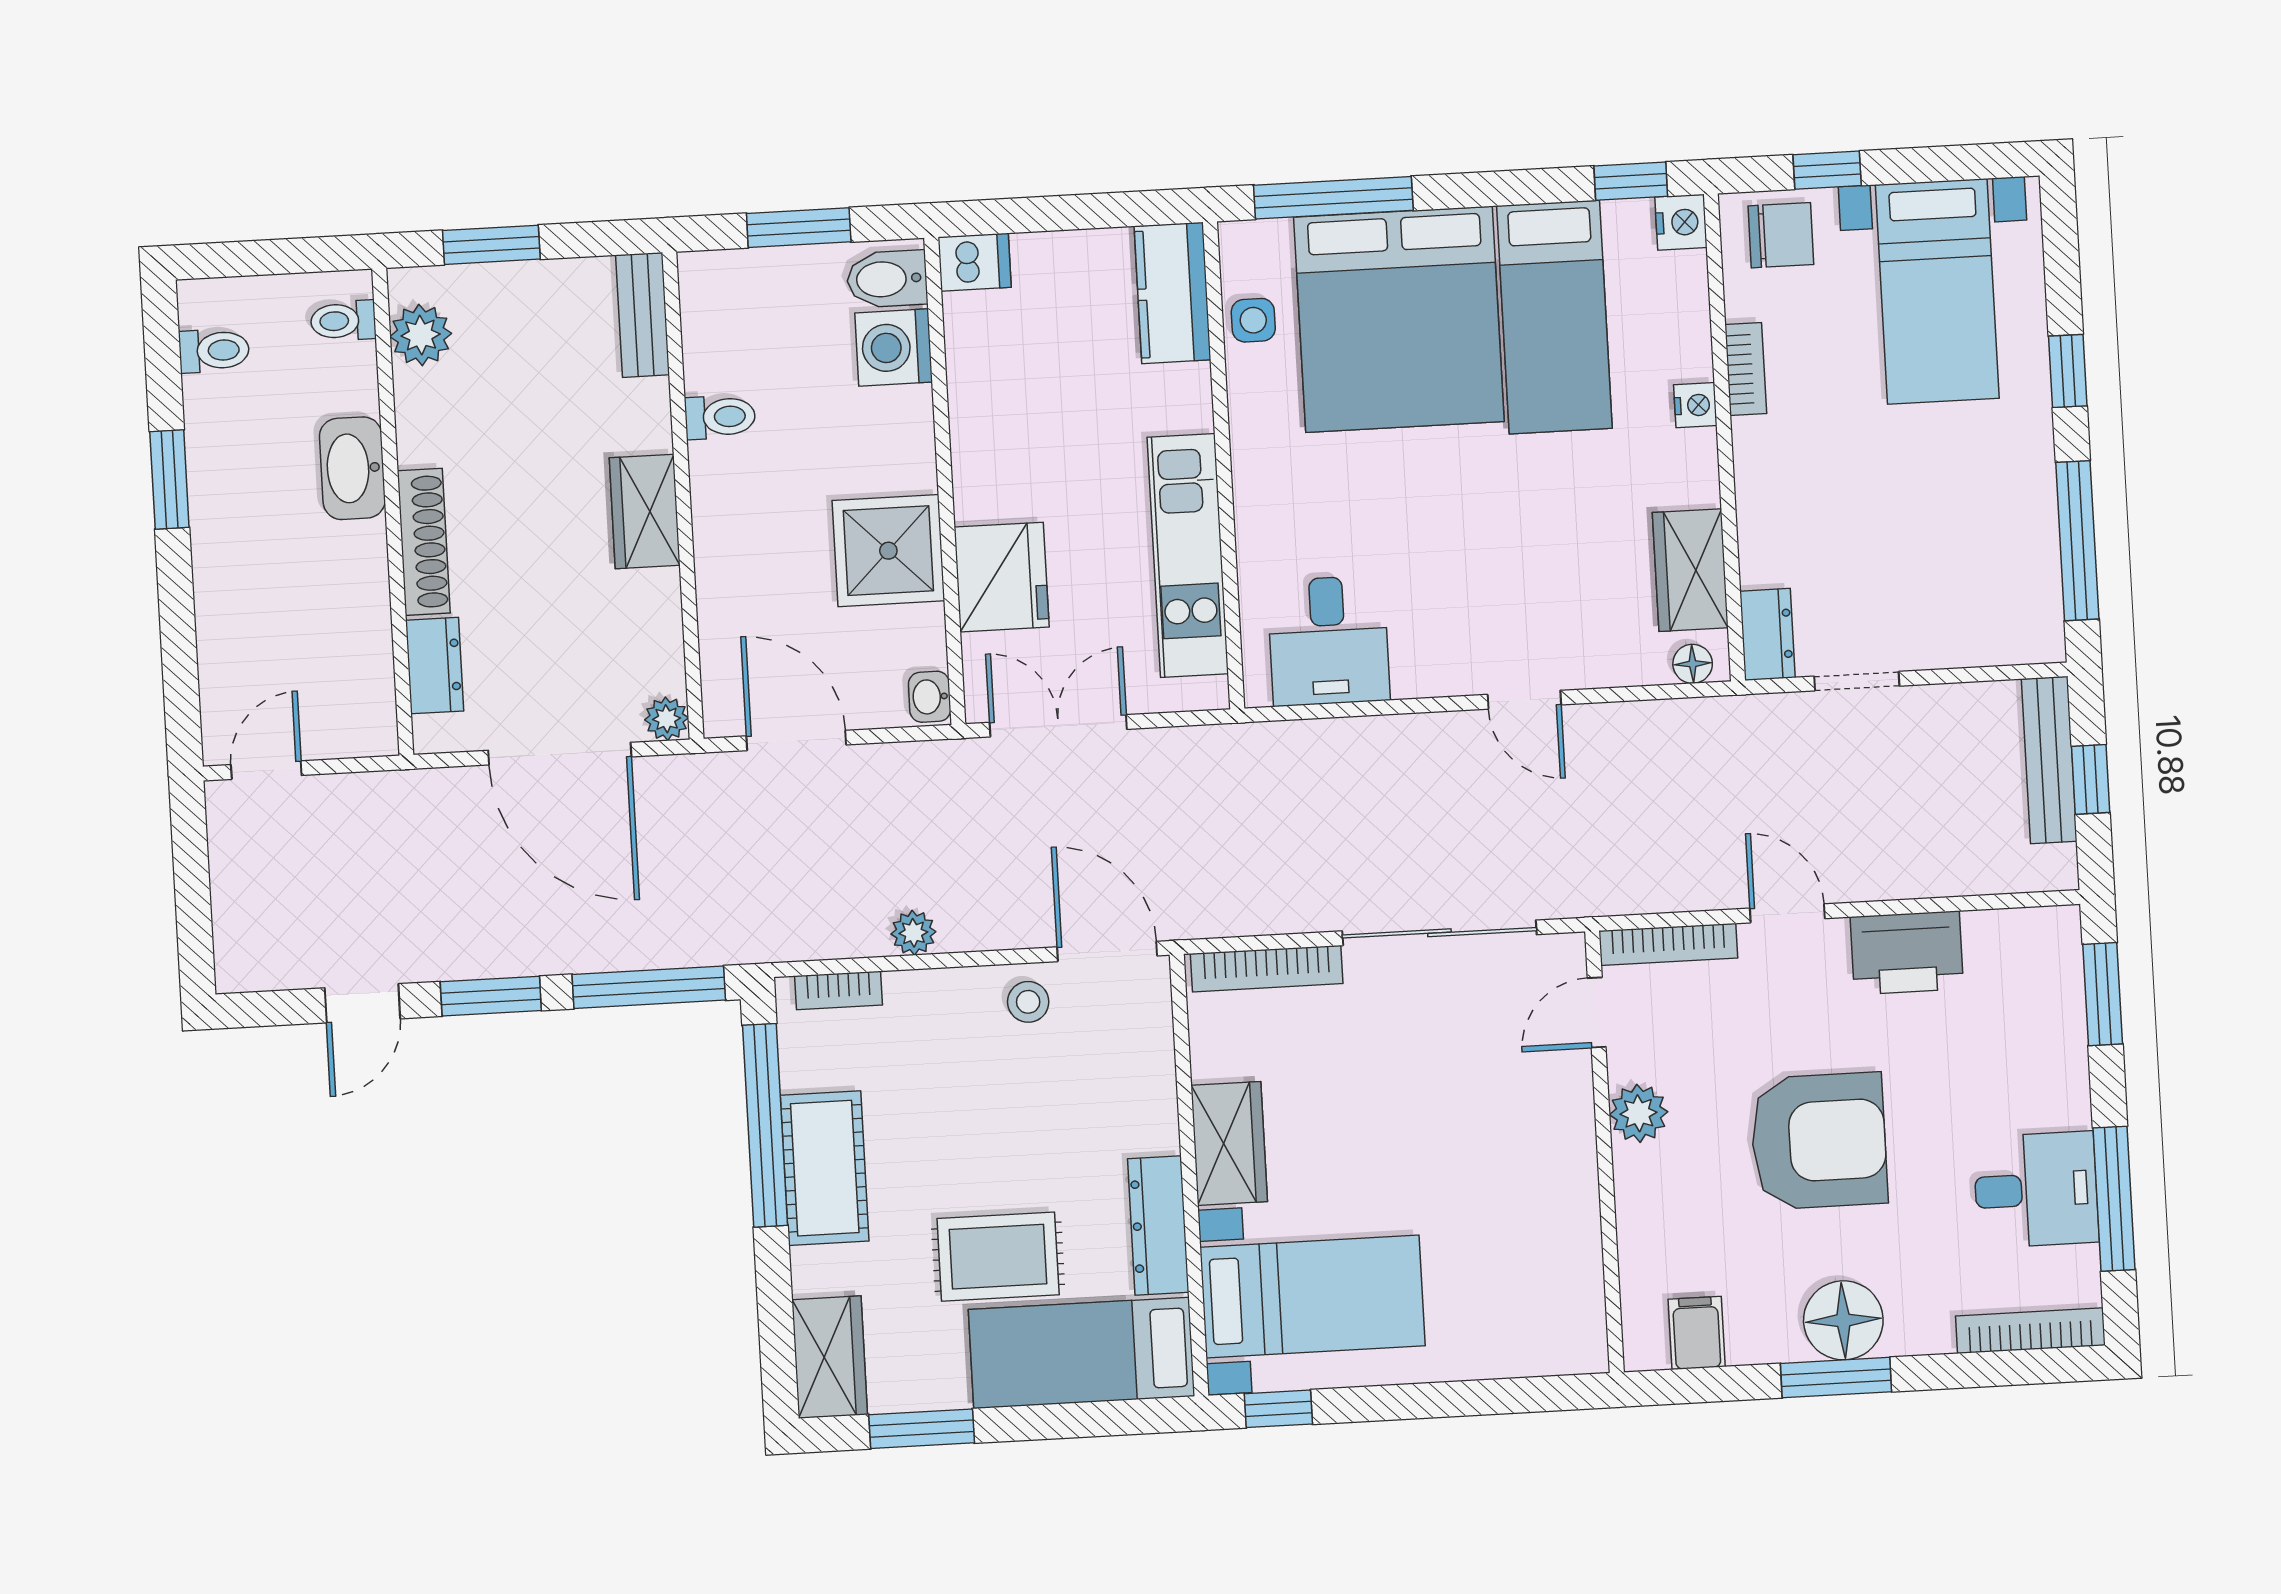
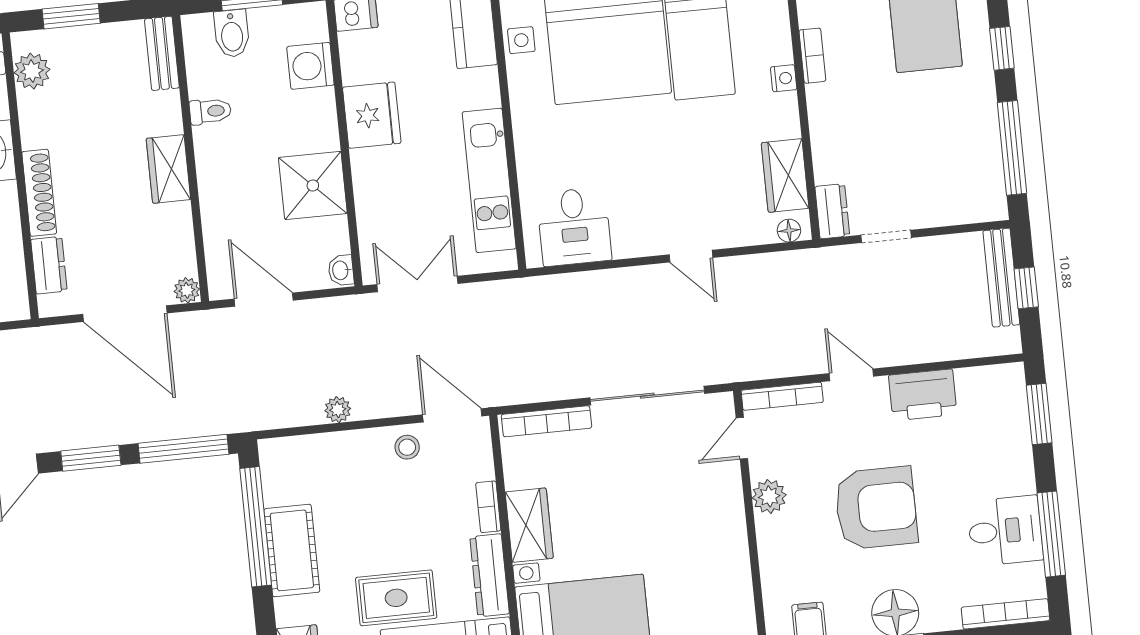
bidet: (887, 279) -> (232, 33), moved, turned -90
fridge: (1002, 577) -> (372, 115), moved
bookcase: (839, 990) -> (488, 507), moved, turned 90

